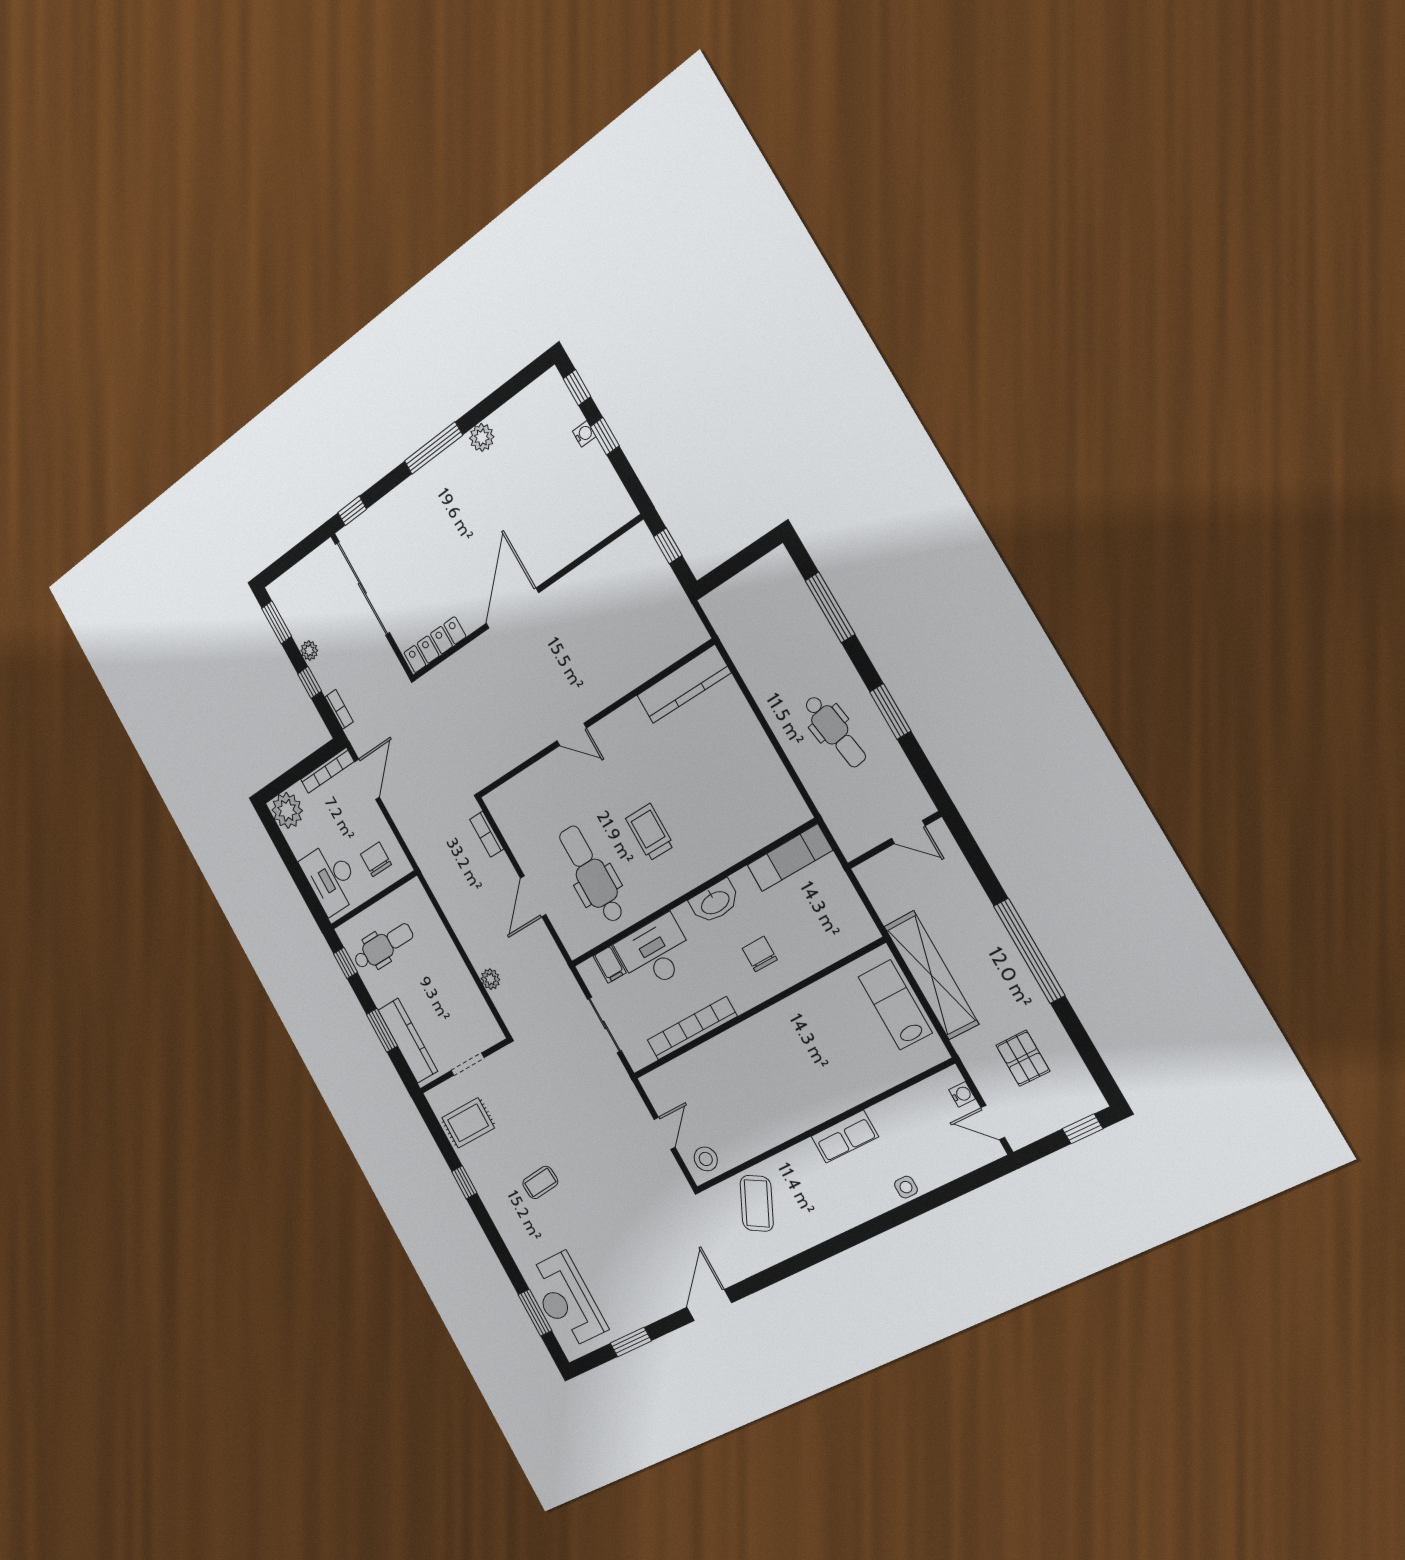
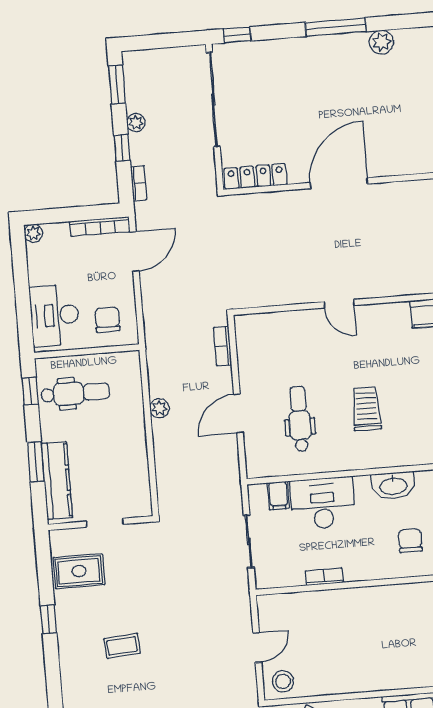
plant: (287, 810) -> (33, 233), width x0.53, depth x0.53
dental chair: (592, 874) -> (300, 419), width x0.73, depth x0.72
plant: (490, 979) -> (159, 408), moved
bookcase: (692, 1028) -> (324, 577), width x0.43, depth x0.76

